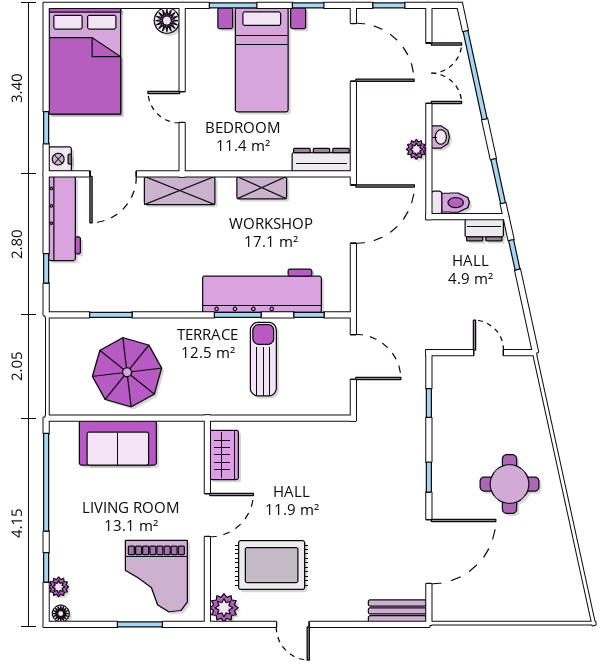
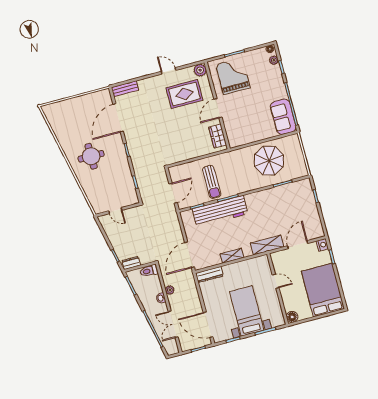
workbench: (65, 218) -> (314, 220), removed
door: (353, 357) -> (173, 193), swing flipped
sofa: (118, 443) -> (283, 117), moved, turned -90

